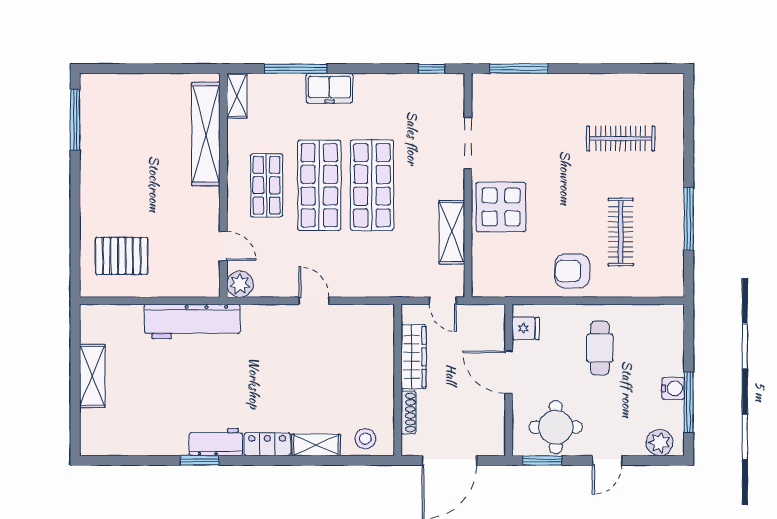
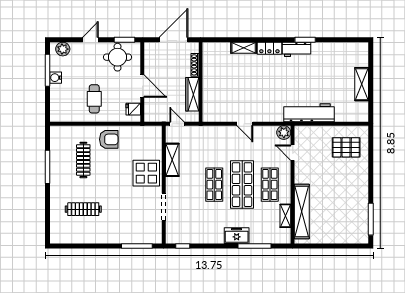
shelving: (237, 96) -> (285, 216), moved
shop shelf: (372, 185) -> (214, 185), width x0.70, depth x0.74
stool: (365, 439) -> (218, 51), removed

